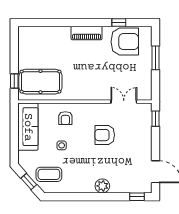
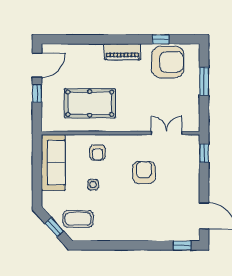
door: (14, 44) -> (37, 65), added
window: (14, 81) -> (37, 94), moved
pool table: (40, 82) -> (90, 103), moved
armchair: (105, 135) -> (144, 172), turned 90
plant: (102, 186) -> (141, 233), removed

